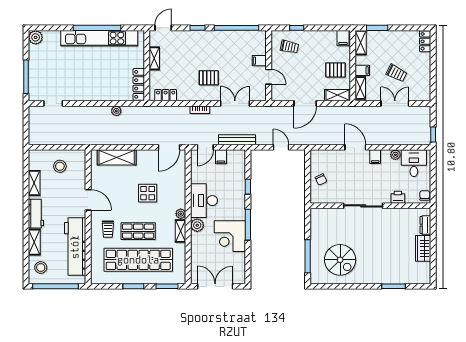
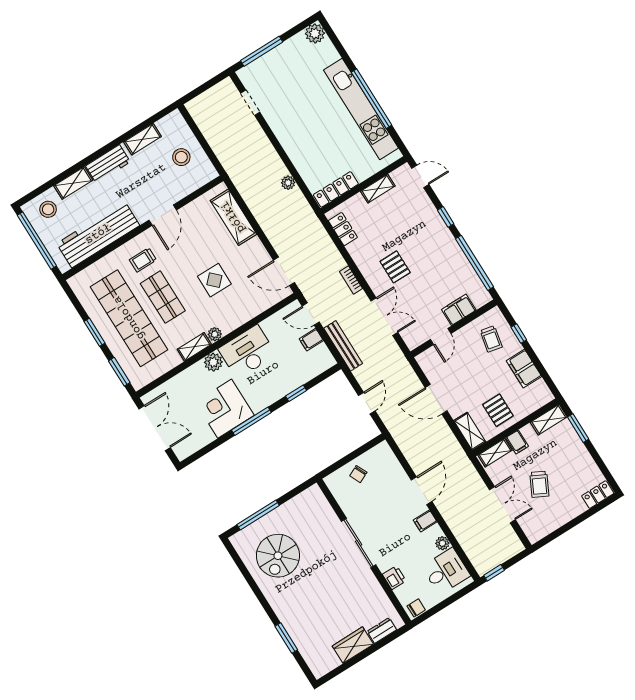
filing cabinet: (343, 38) -> (524, 369), moved, width x2.00
filing cabinet: (259, 61) -> (459, 310), width x2.00

